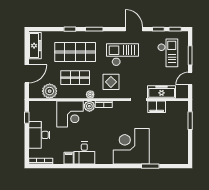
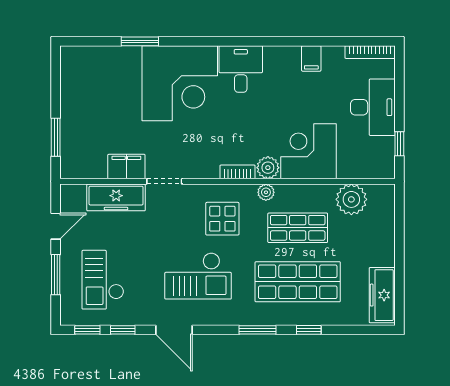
door: (27, 74) -> (399, 236), removed
desk: (84, 153) -> (241, 69), moved

